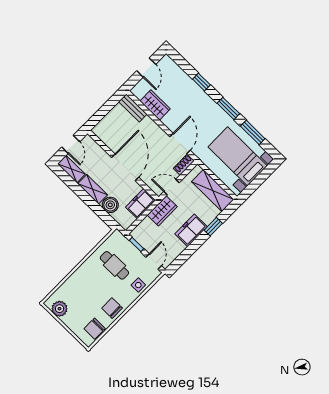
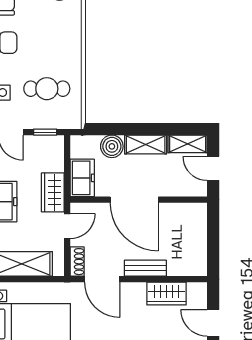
bench: (133, 108) -> (145, 268), moved

